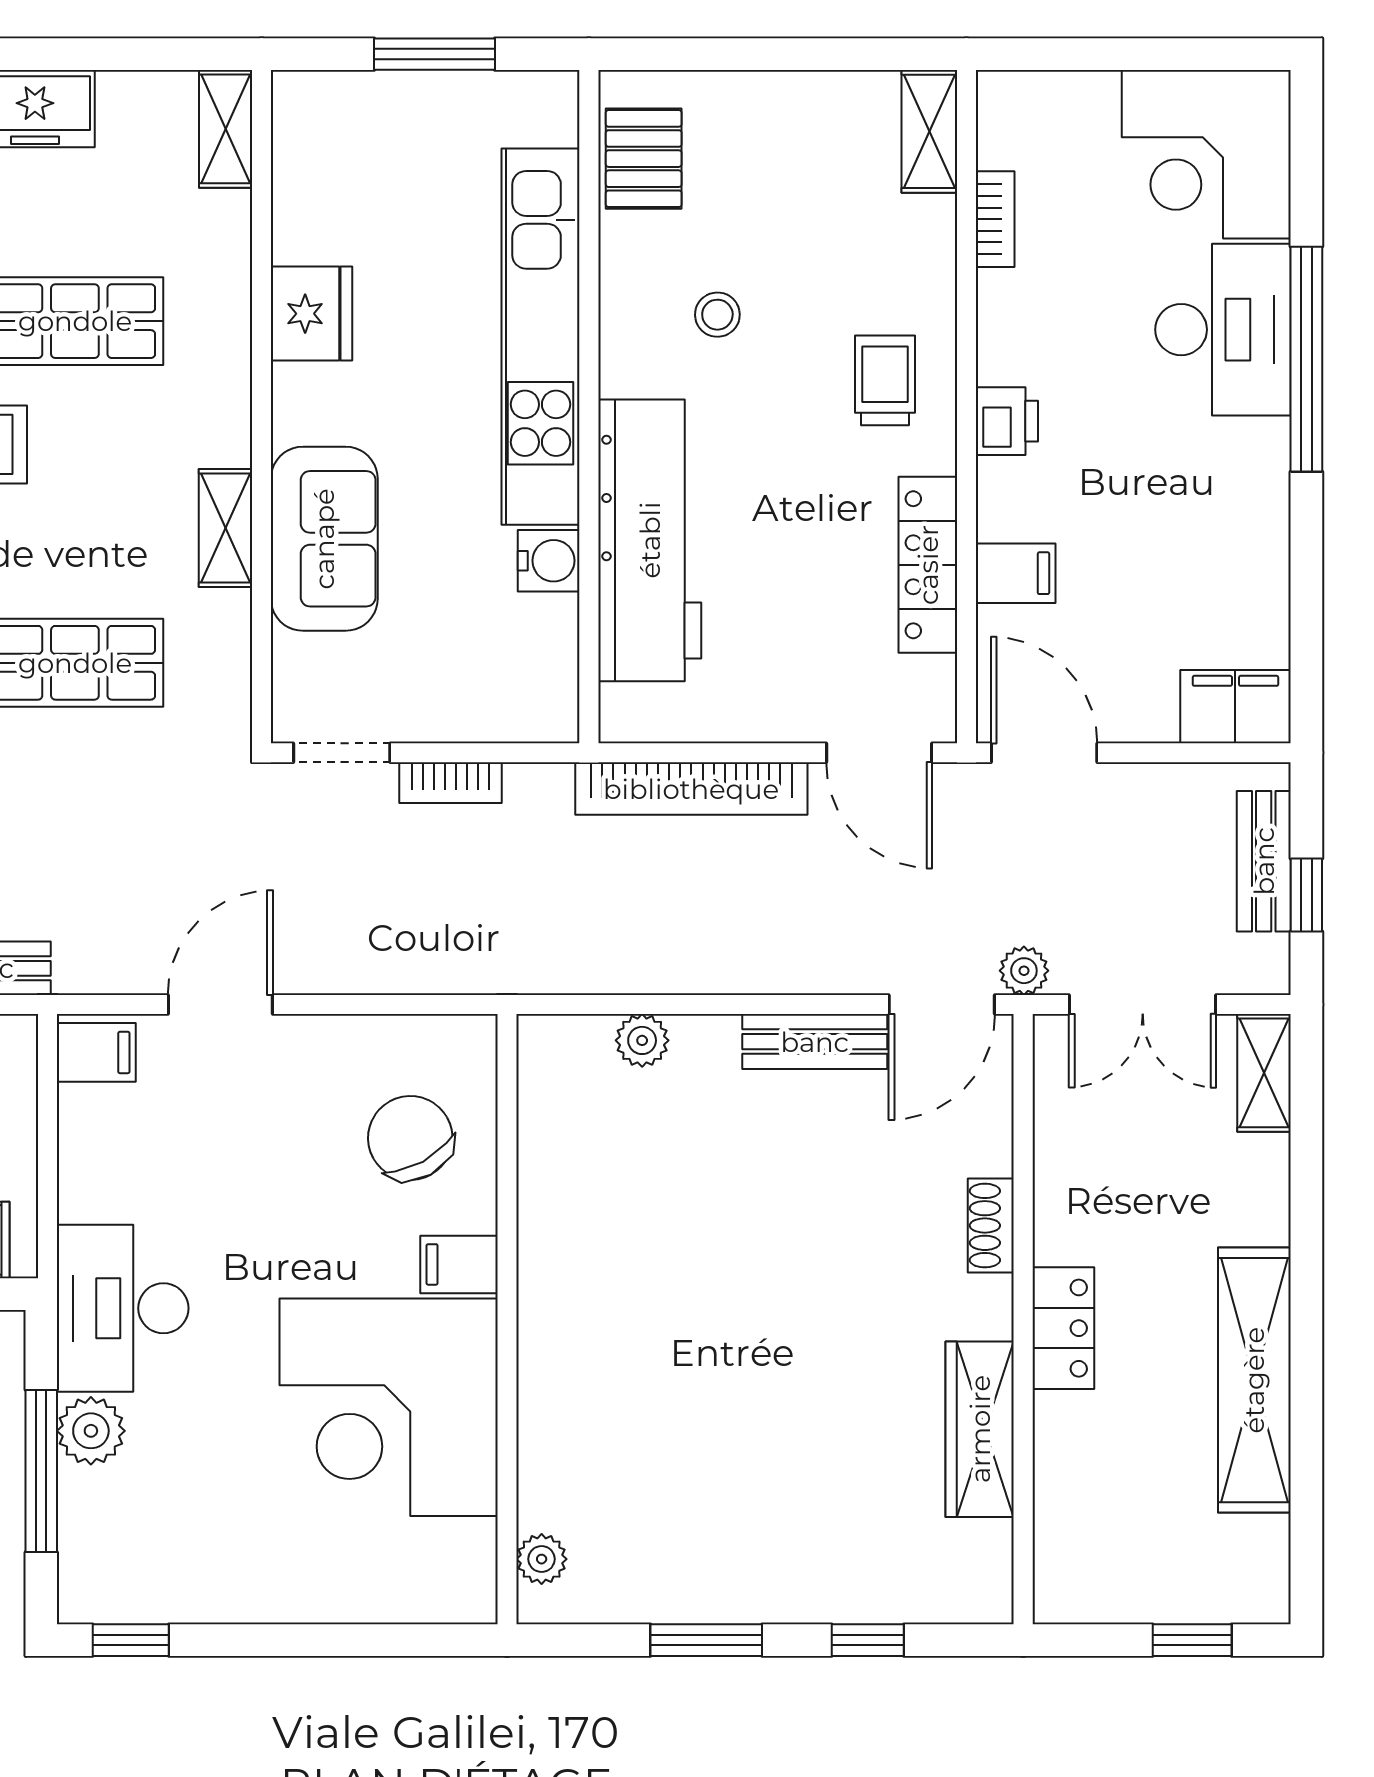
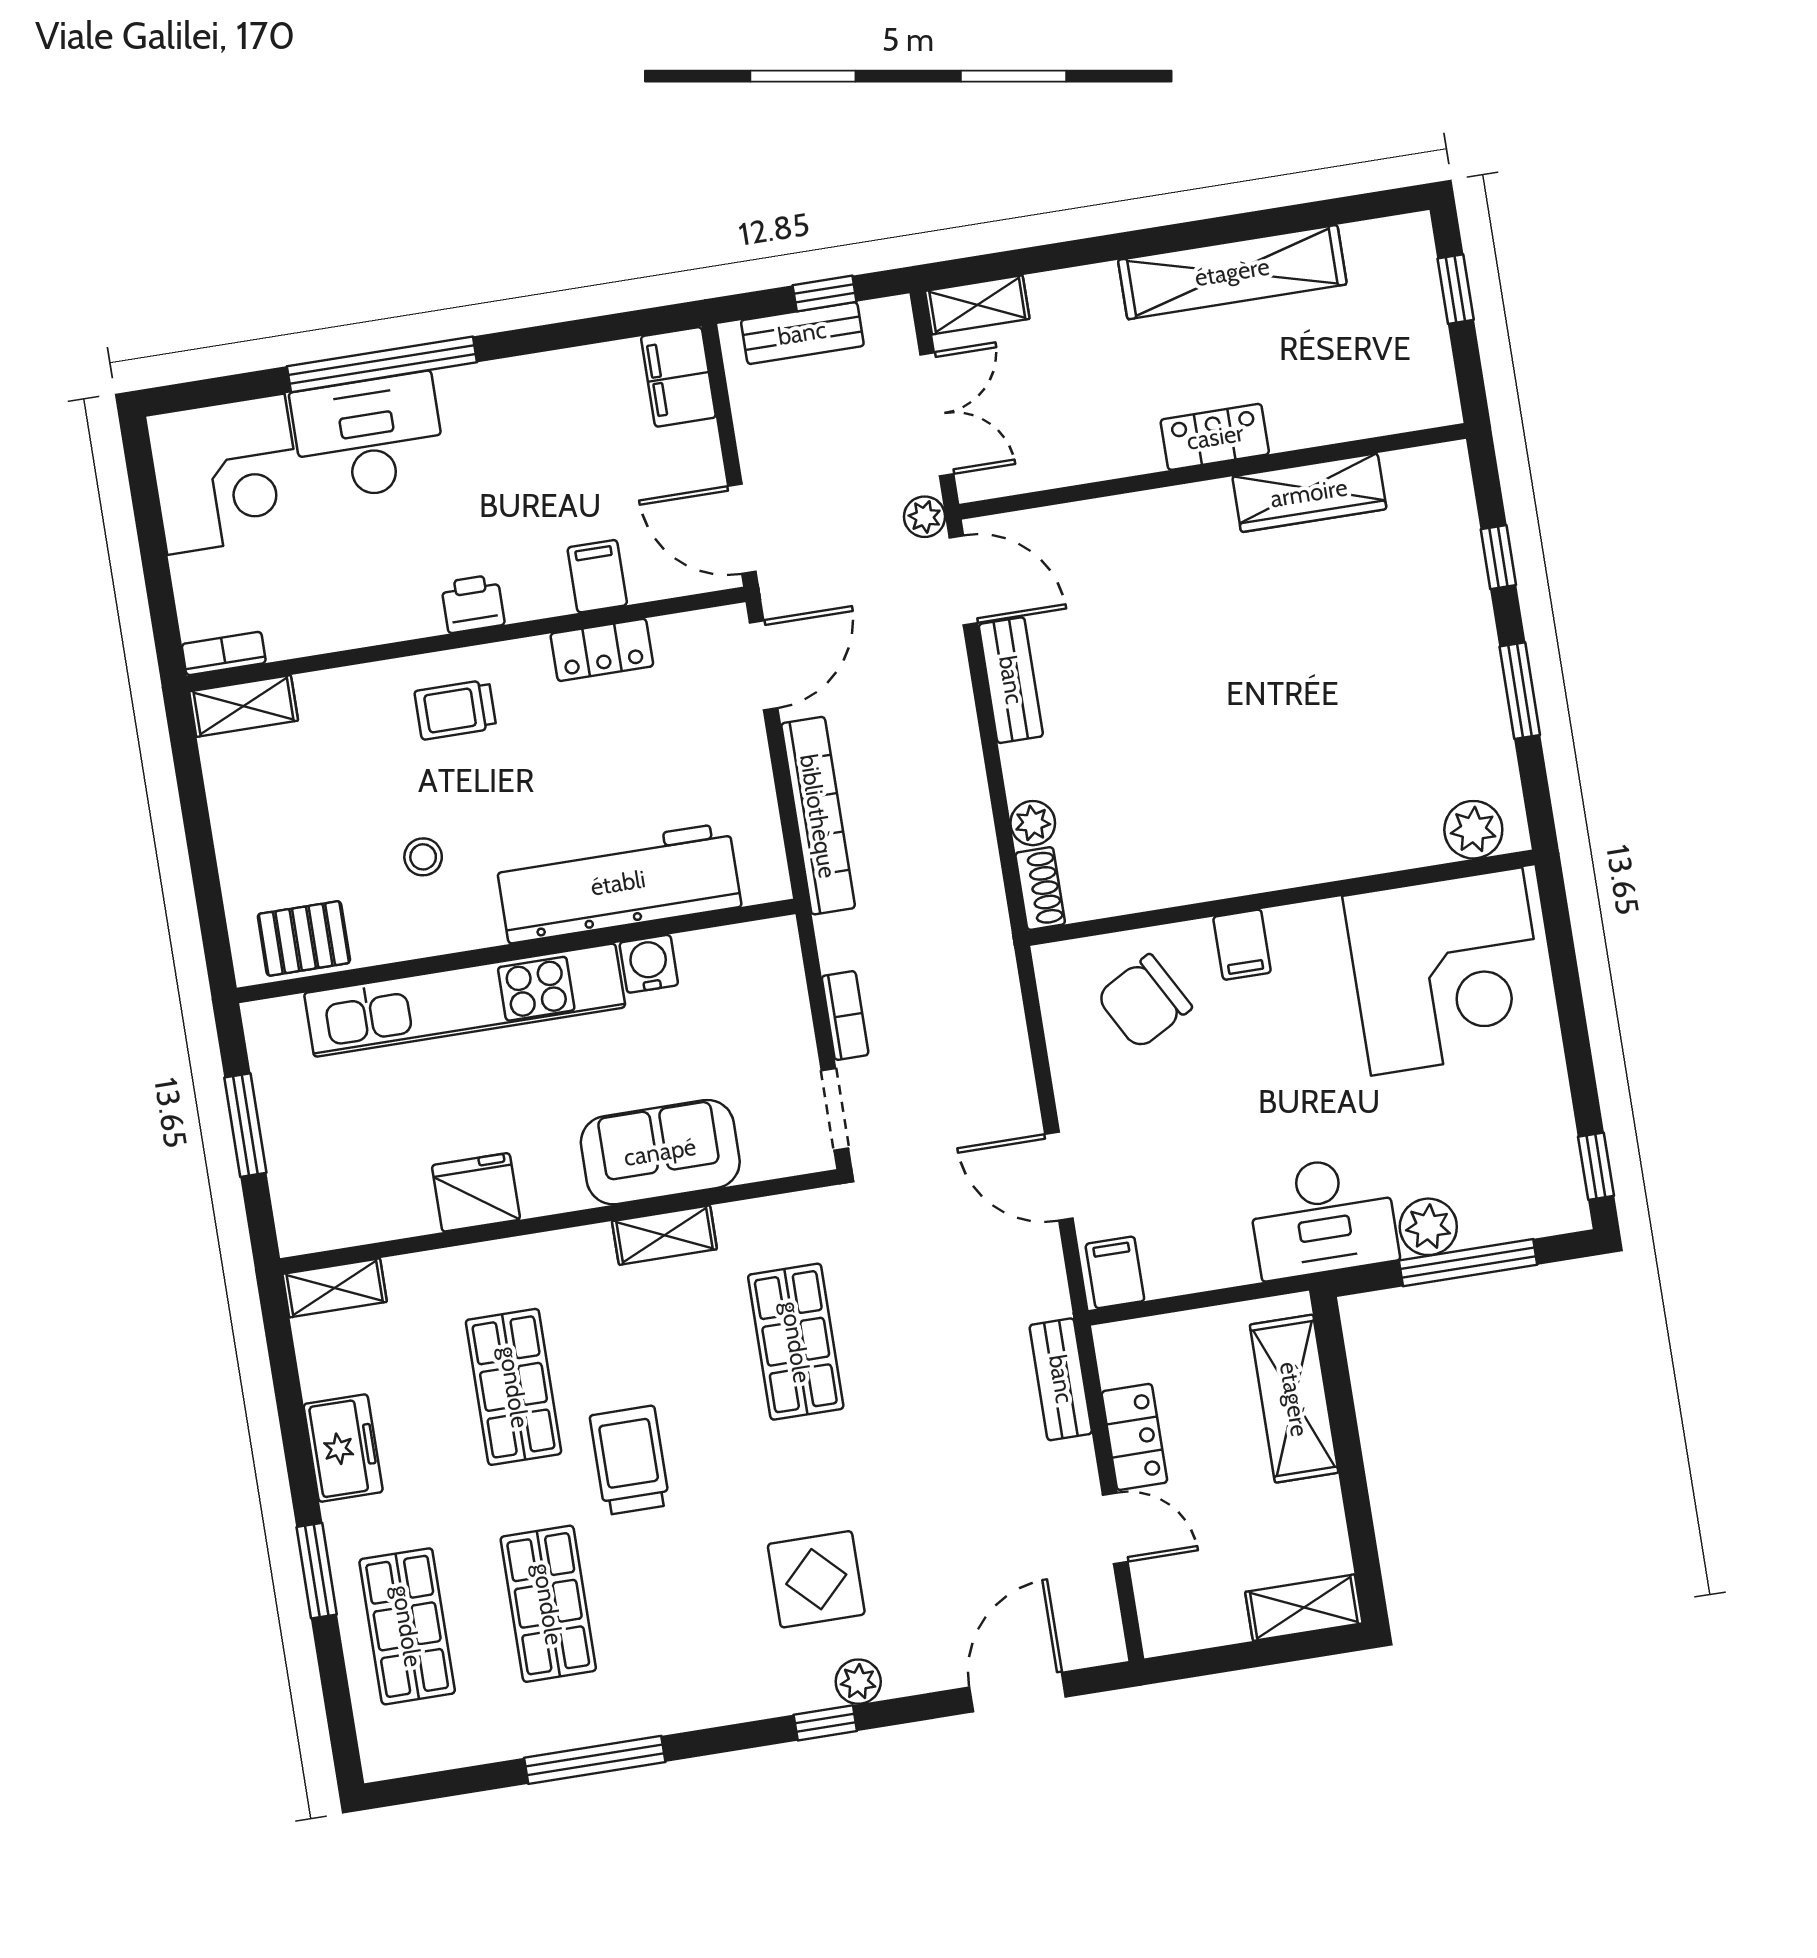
bookcase: (995, 219) -> (224, 653), moved
locker: (928, 565) -> (602, 650), width x0.66
door: (1044, 753) -> (742, 529), hinge flipped
shoe rack: (991, 1226) -> (1040, 888), moved, turned -90
corner desk: (389, 1407) -> (1447, 972), moved
plant: (542, 1559) -> (1473, 830), width x1.38, depth x1.38

